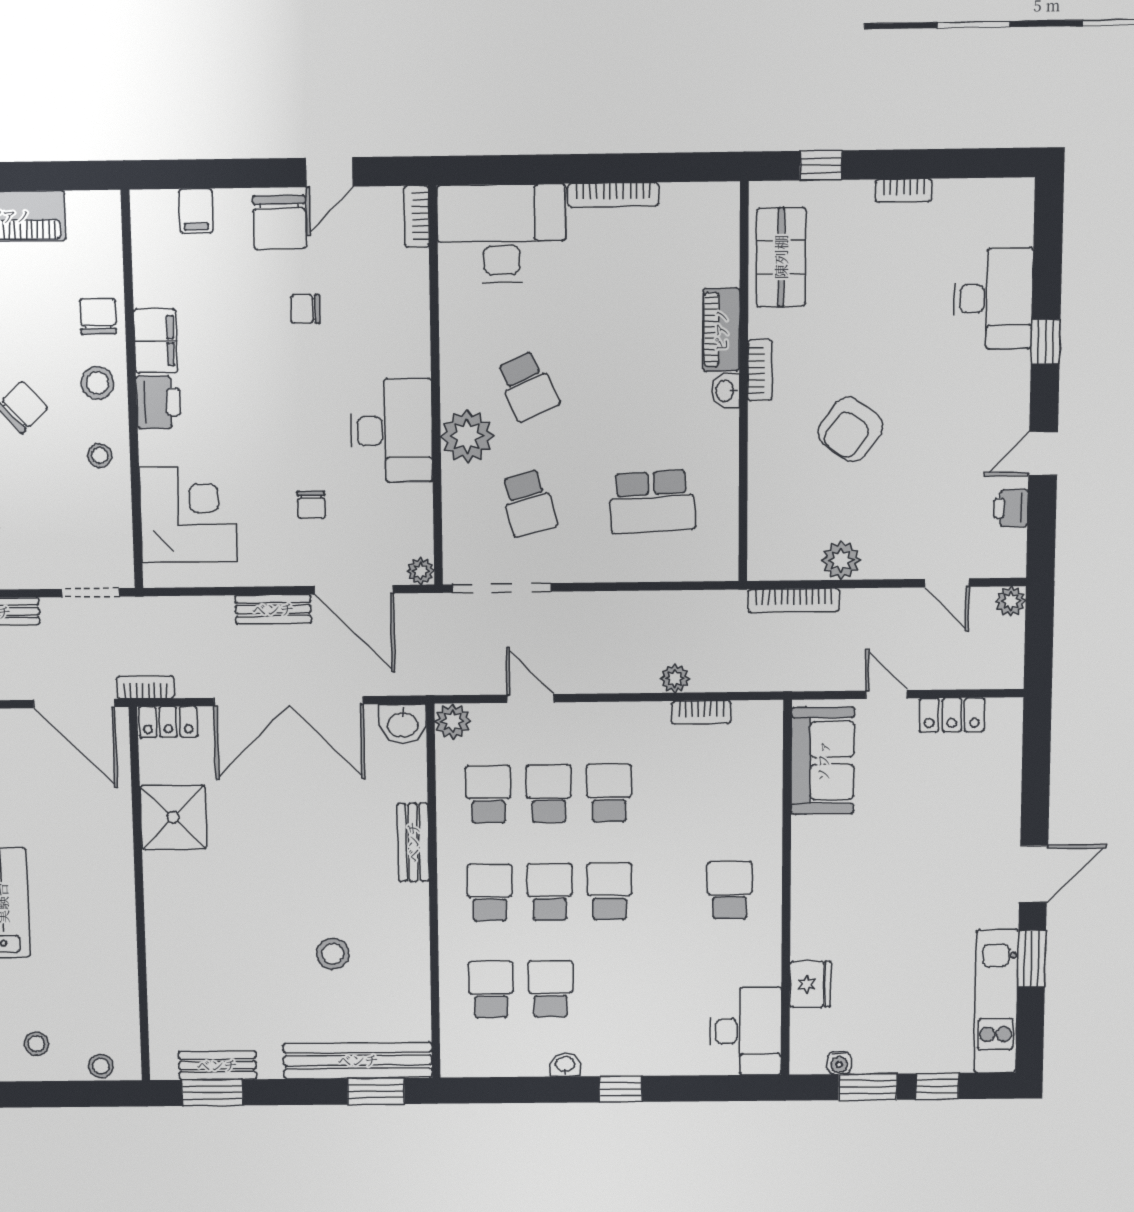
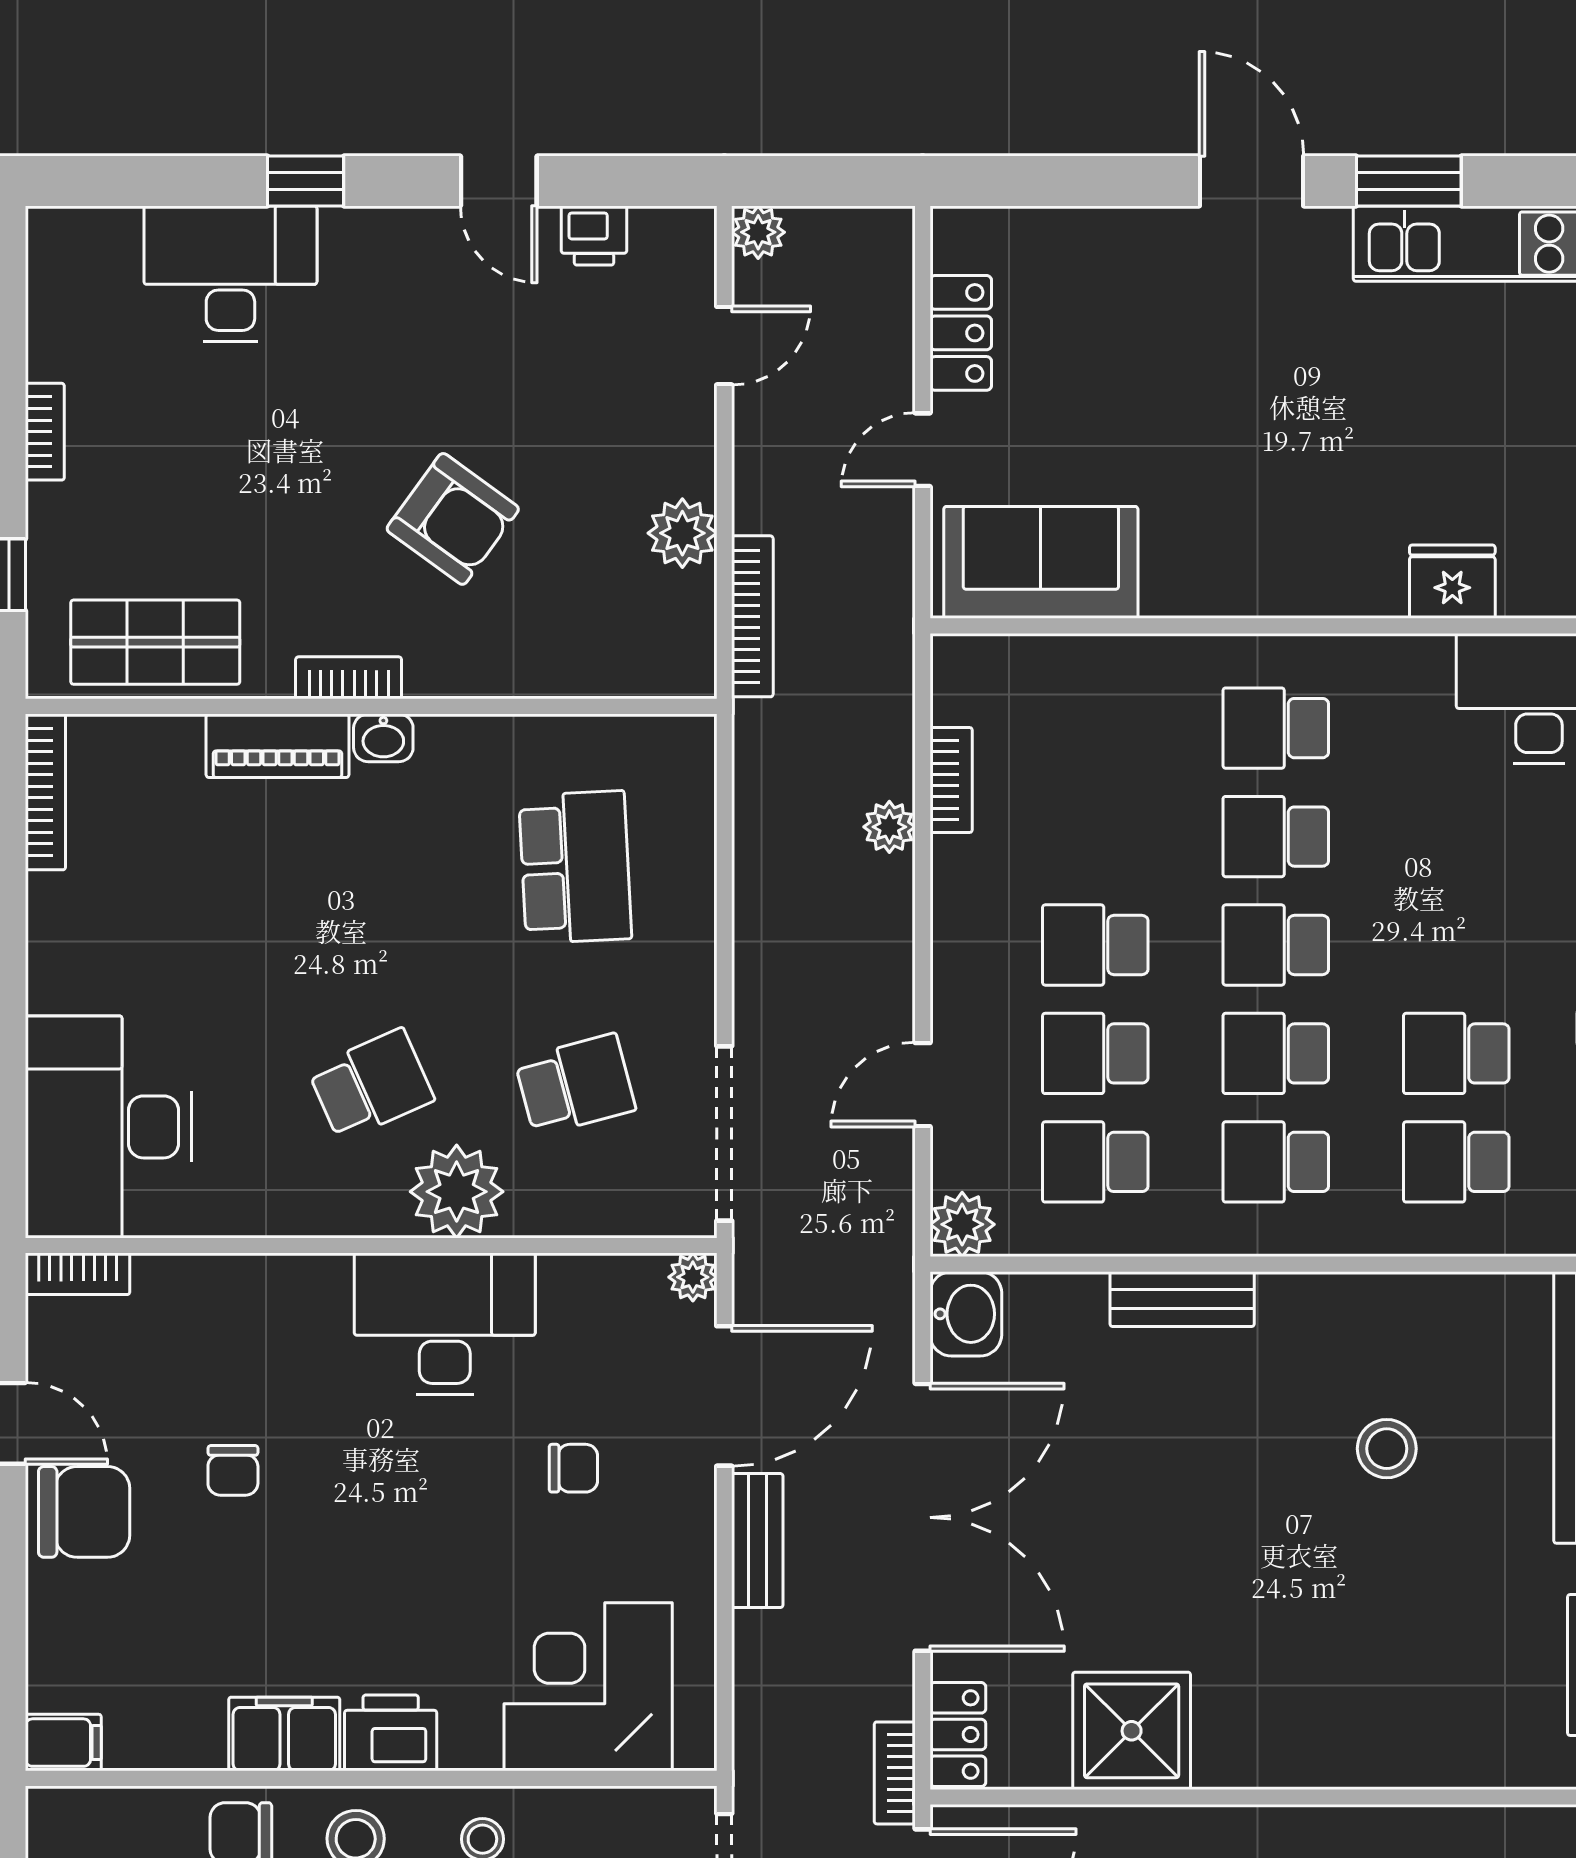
bookcase: (613, 195) -> (45, 792), moved
filing cabinet: (196, 211) -> (63, 1743), moved
school desk: (670, 891) -> (1276, 837), added

